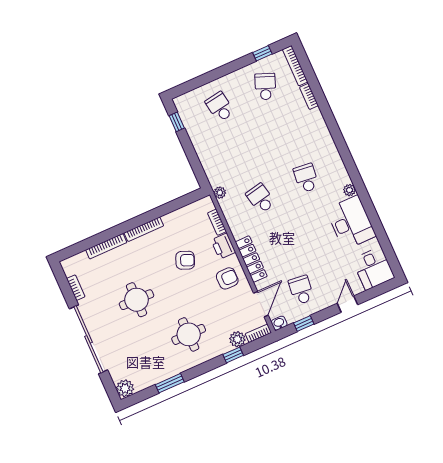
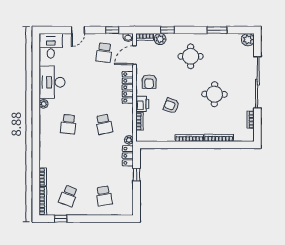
window: (177, 122) -> (137, 175), moved
locker: (212, 172) -> (128, 156), added
armchair: (227, 278) -> (149, 82), turned -90

